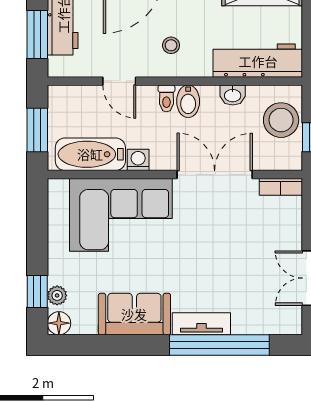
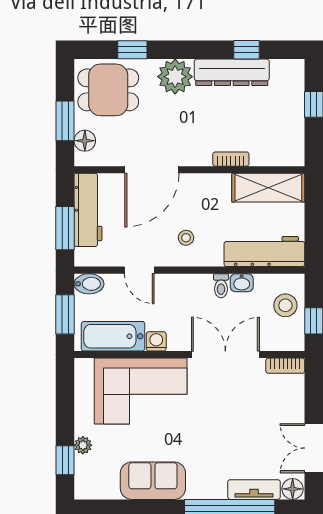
toilet: (166, 98) -> (221, 286), moved
bidet: (188, 101) -> (89, 284), moved, turned -90
stool: (281, 120) -> (285, 305), width x0.73, depth x0.73
plant: (57, 295) -> (83, 445), moved
floor lamp: (59, 323) -> (293, 489), moved
tv unit: (201, 324) -> (254, 490), moved

